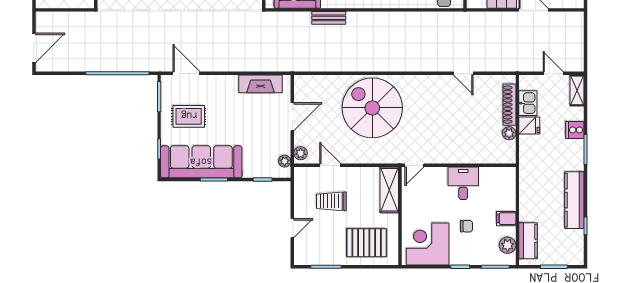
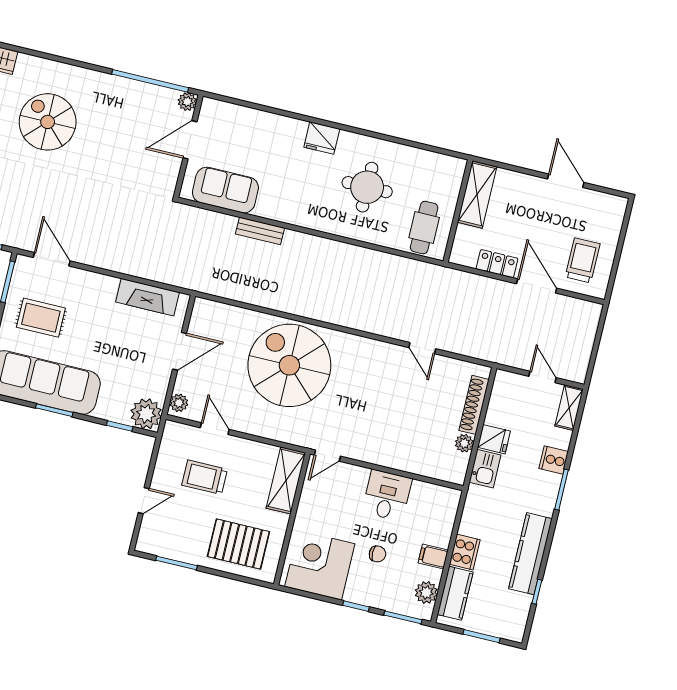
kitchen sink: (528, 103) -> (485, 469), moved
plant: (285, 161) -> (146, 414), width x1.88, depth x1.88
cooker: (528, 210) -> (465, 552), added

